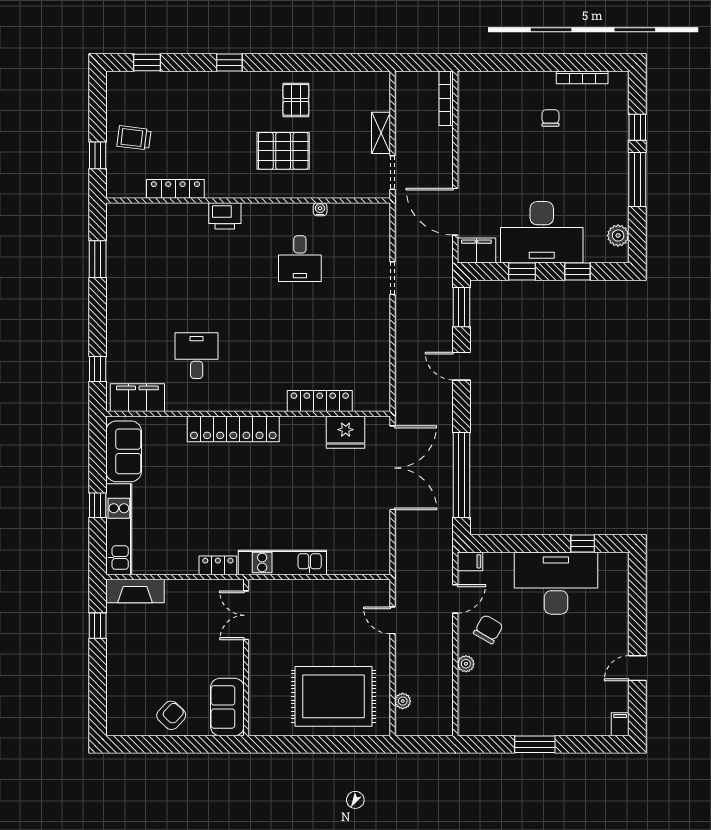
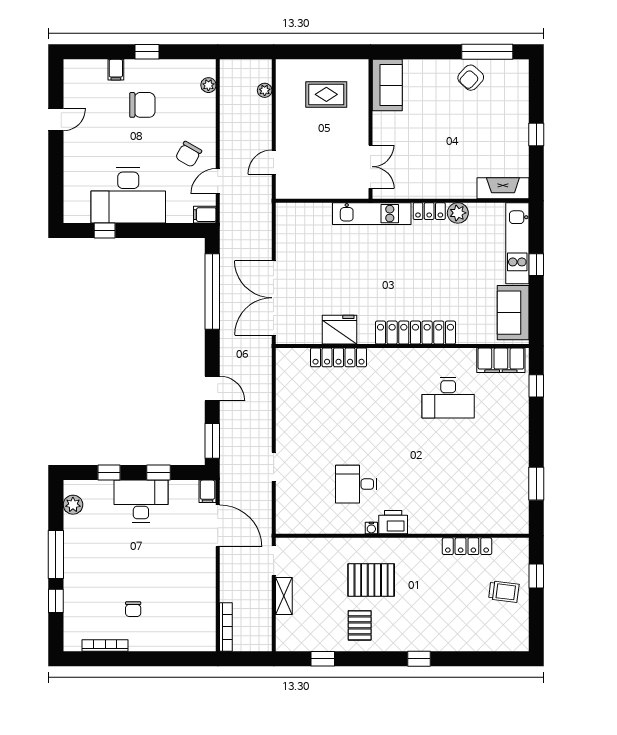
window: (147, 62) -> (323, 659), moved
water cooler: (320, 209) -> (371, 528), moved
printer: (225, 216) -> (393, 522), moved
desk: (542, 232) -> (141, 501), width x0.73, depth x0.77
filing cabinet: (476, 250) -> (207, 491), width x0.50
desk: (300, 259) -> (356, 484), turned -90
desk: (197, 356) -> (448, 398), width x1.37
fridge: (346, 432) -> (340, 330), moved
plant: (186, 563) -> (458, 213), added
double door: (246, 615) -> (371, 167), moved
door: (393, 620) -> (274, 162), swing flipped
window: (98, 626) -> (536, 134), moved
wall: (246, 658) -> (371, 129), moved
plant: (466, 664) -> (208, 85), moved
chair: (540, 685) -> (142, 105), added
rug: (334, 696) -> (326, 94), width x0.54, depth x0.49
sofa: (227, 707) -> (387, 85), moved
filing cabinet: (620, 724) -> (116, 70), moved
window: (153, 744) -> (487, 52), added
window: (535, 744) -> (147, 52), width x0.67

